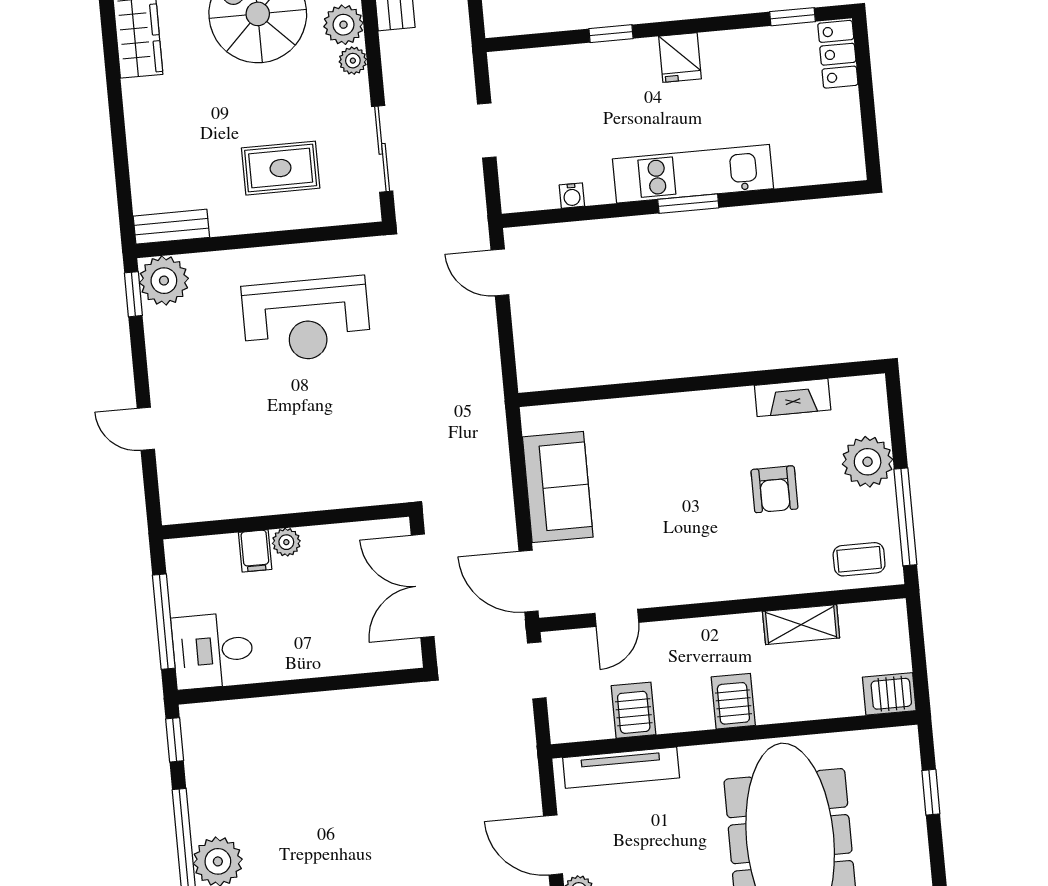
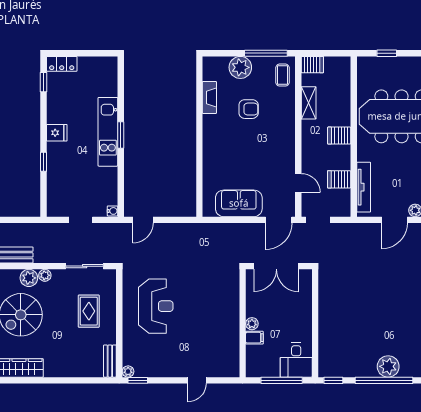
water cooler: (572, 196) -> (113, 211), moved
plant: (164, 281) -> (128, 372), width x0.53, depth x0.53
server rack: (889, 694) -> (312, 65), moved, turned -90

